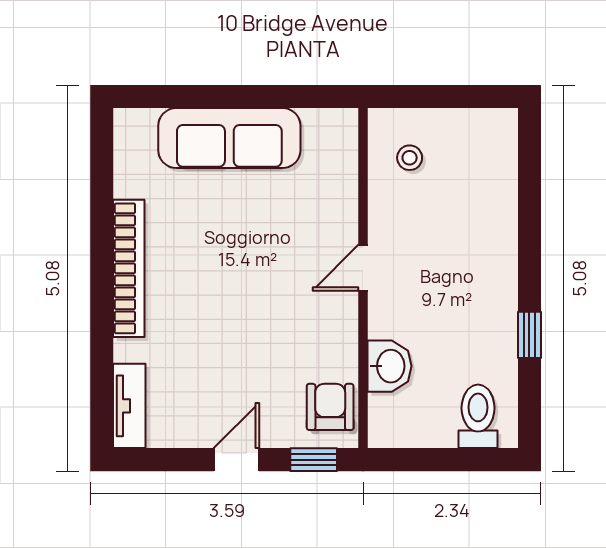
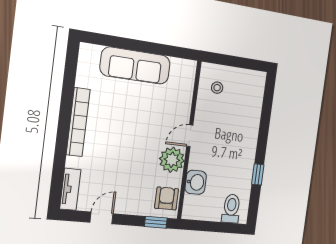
plant: (331, 323) -> (172, 160), added
door: (236, 460) -> (102, 218), moved

